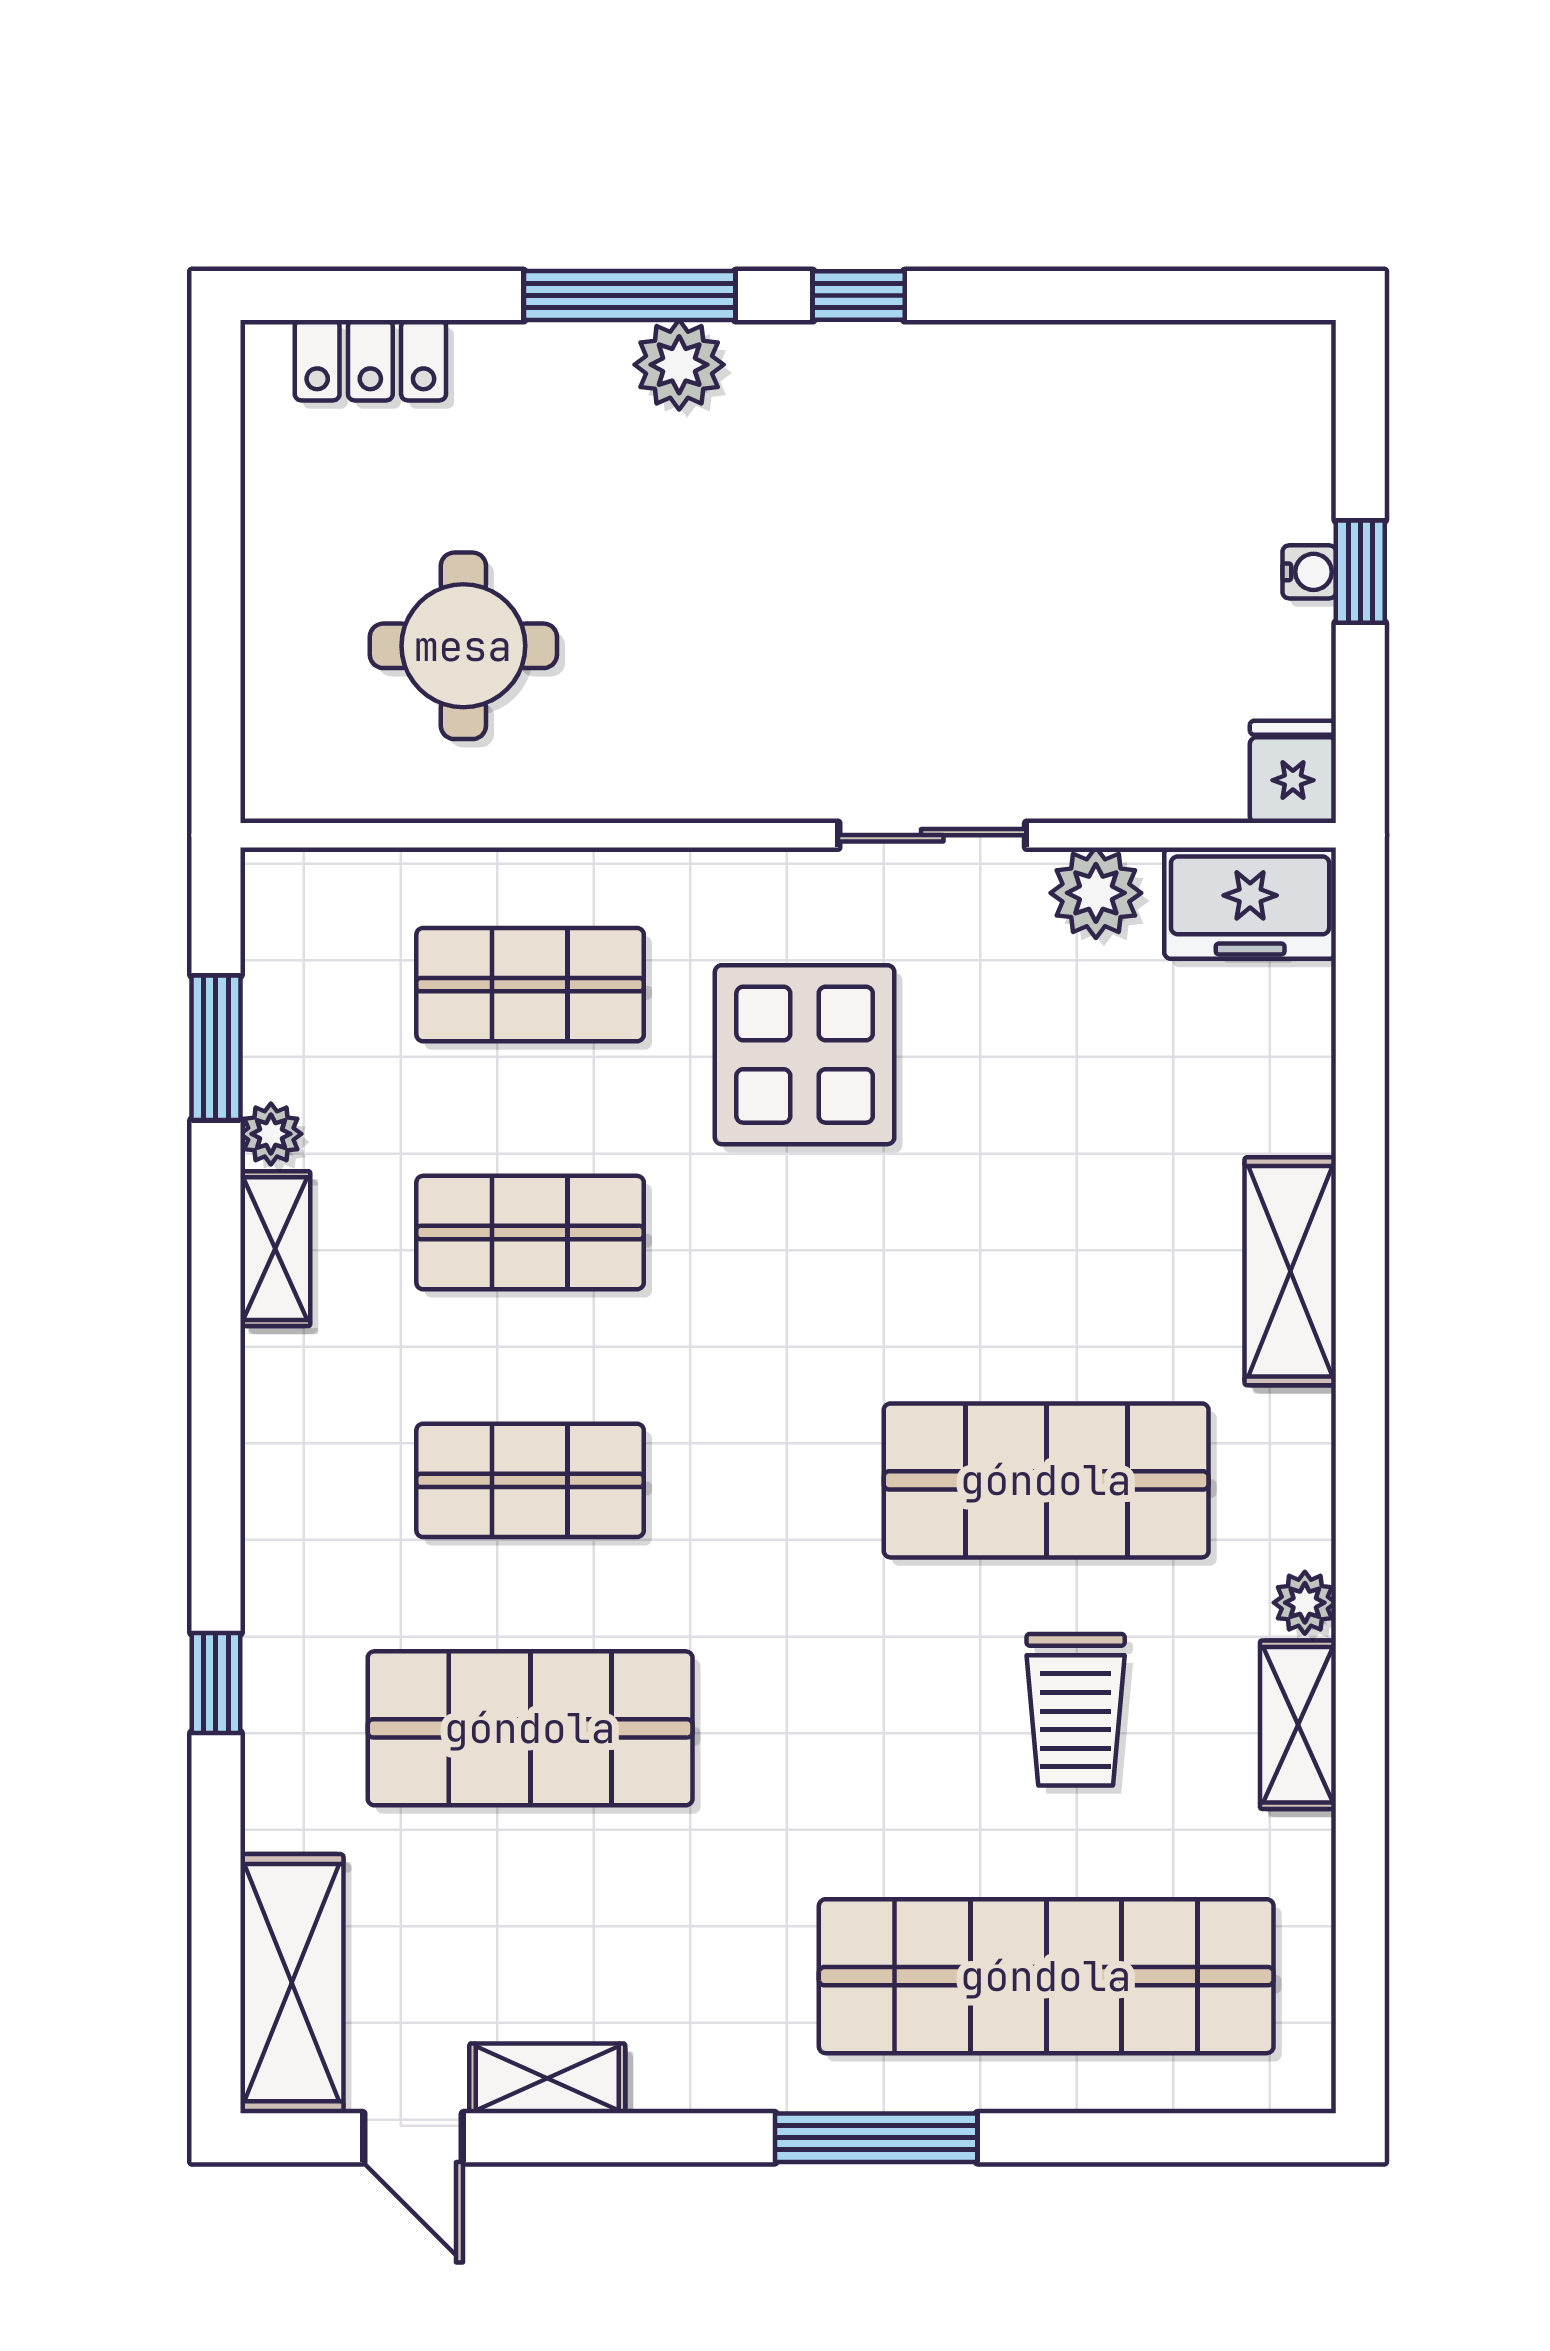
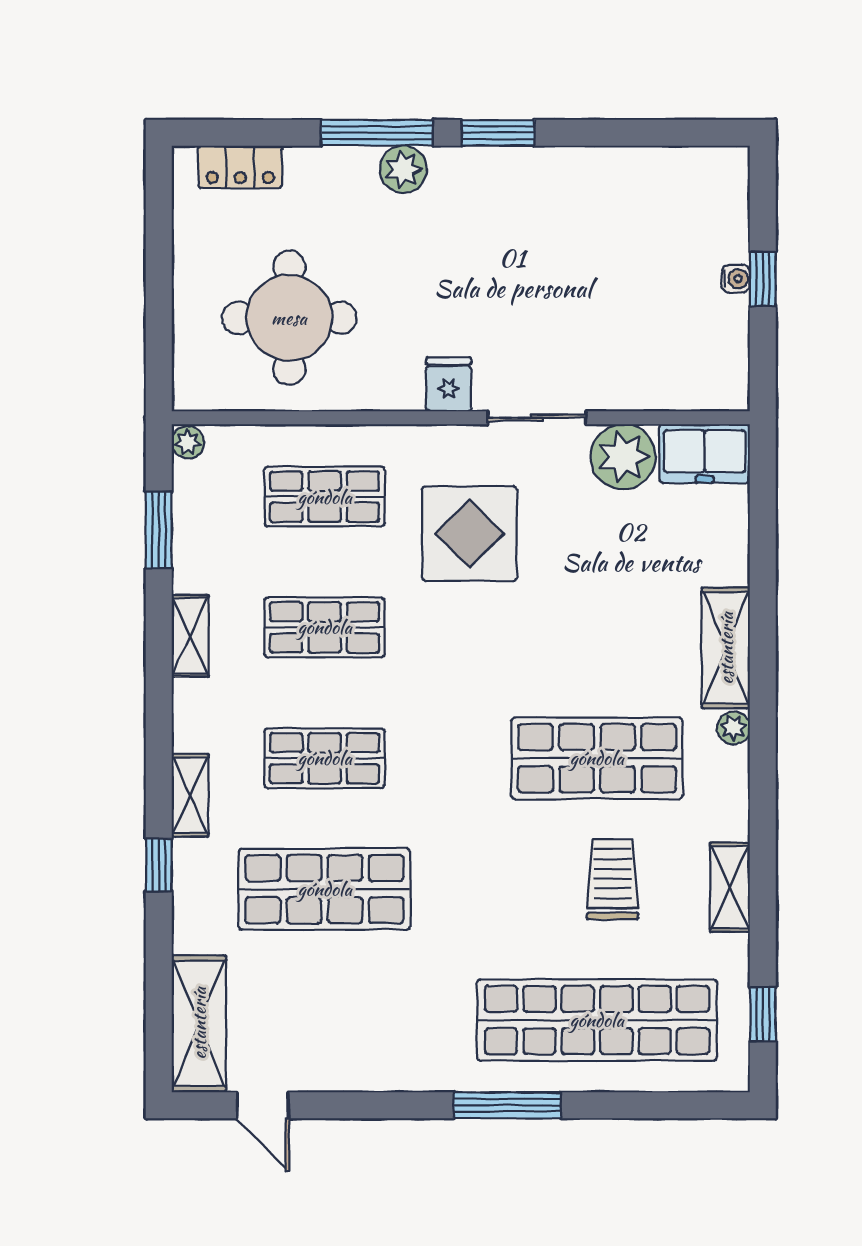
window: (859, 296) -> (498, 133), width x1.50
round table: (463, 646) -> (289, 318), width x1.36, depth x1.36
fridge: (1293, 772) -> (449, 384), moved
plant: (1096, 893) -> (623, 457), width x1.36, depth x1.36
plant: (271, 1134) -> (188, 442), moved
plant: (1305, 1603) -> (734, 728), moved
trolley: (1076, 1710) -> (613, 879), turned 180
window: (1360, 1965) -> (763, 1014), added
shelving: (547, 2078) -> (190, 795), moved, turned 90

